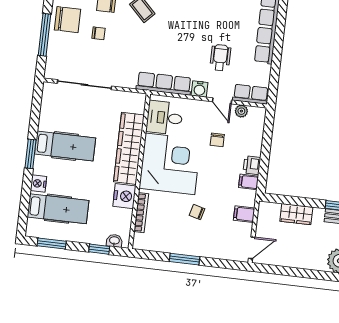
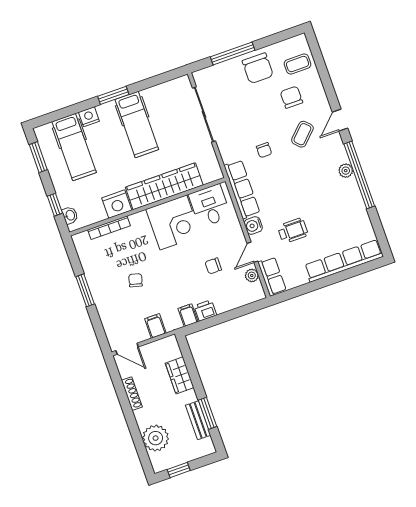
chair: (98, 33) -> (264, 150), moved
corner desk: (170, 164) -> (173, 222), width x0.74, depth x0.74
shoe rack: (292, 262) -> (132, 394), added

